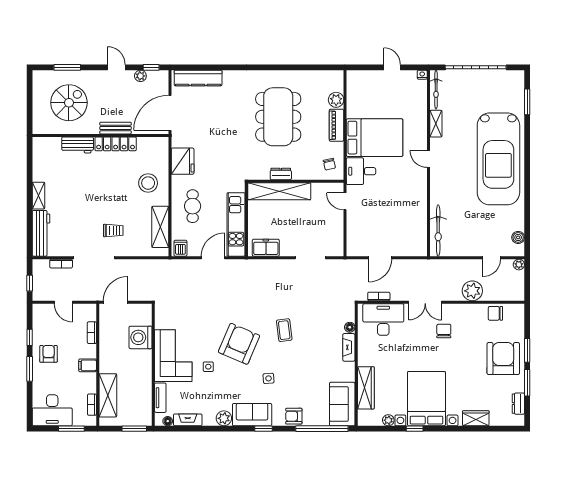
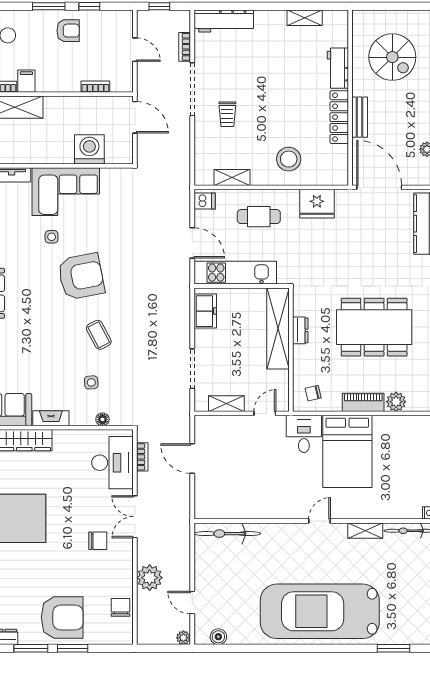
shelving: (38, 196) -> (305, 18), moved
shelving: (160, 227) -> (232, 178), width x0.67, depth x0.75
shelving: (337, 231) -> (226, 404), added
door: (63, 302) -> (135, 50), swing flipped
coffee table: (284, 330) -> (99, 335), turned 69
armchair: (239, 344) -> (81, 276), turned -34
fireplace: (349, 347) -> (51, 418), moved
filing cabinet: (88, 365) -> (26, 81), moved
side table: (269, 378) -> (91, 382), moved

